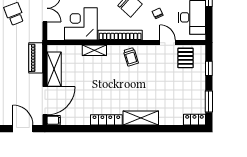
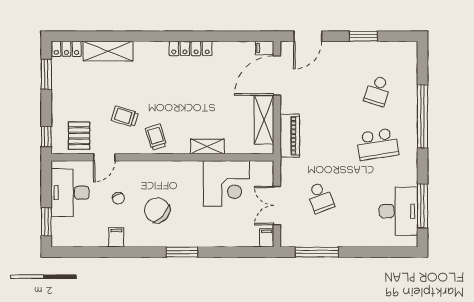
bookcase: (120, 35) -> (171, 168), removed
door: (168, 43) -> (104, 157), hinge flipped
window: (209, 68) -> (46, 137), moved
trolley: (153, 72) -> (125, 116), added
shelving: (141, 118) -> (108, 51), moved
door: (23, 129) -> (308, 36), hinge flipped

